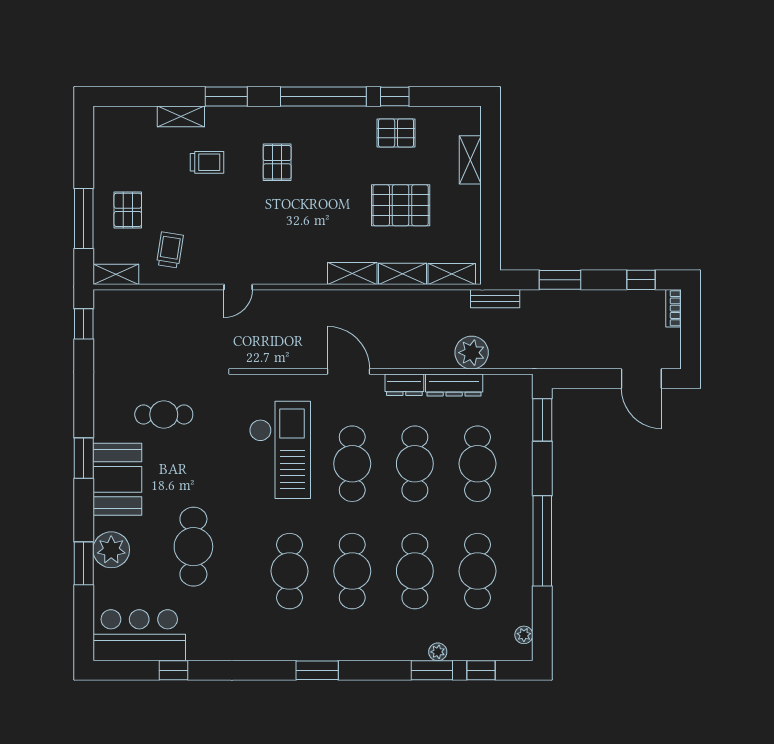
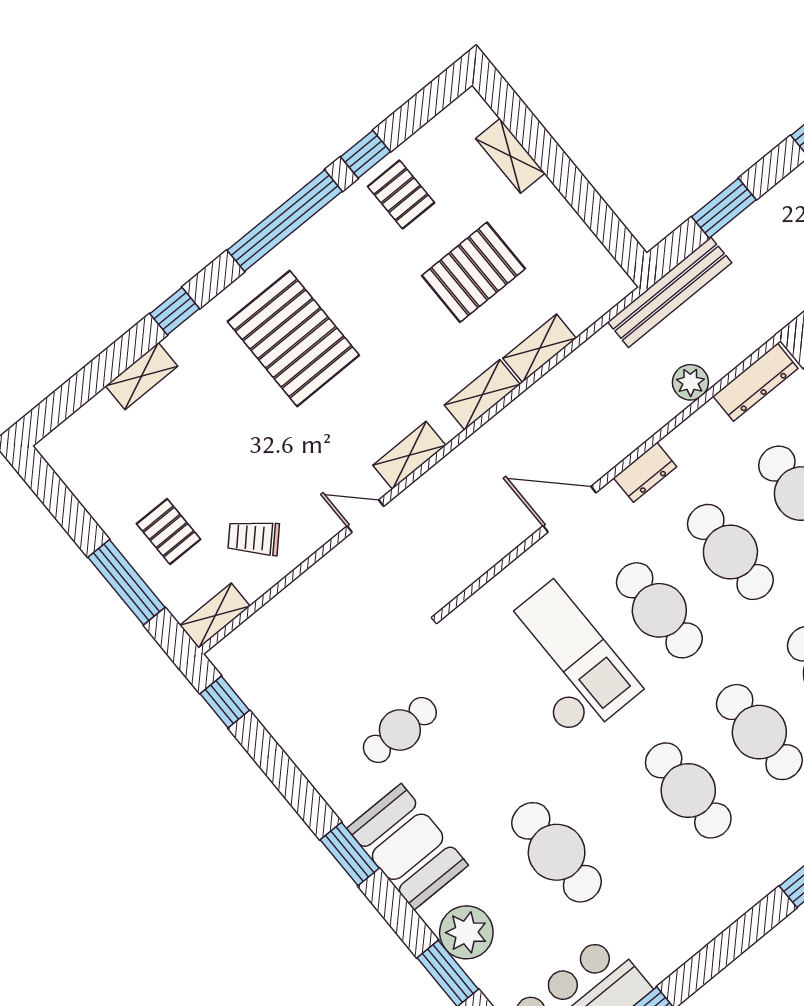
window: (226, 96) -> (175, 311), width x0.67
pallet: (396, 133) -> (401, 195), turned 90
trolley: (207, 162) -> (214, 404), removed
pallet: (277, 162) -> (293, 338), width x2.05, depth x2.00
trolley: (170, 250) -> (254, 538), turned -55
shelving: (452, 274) -> (409, 455), moved
door: (238, 287) -> (365, 516), swing flipped
bench: (495, 299) -> (670, 292), width x1.86, depth x1.21
plant: (472, 353) -> (690, 382), width x0.73, depth x0.73
dresser: (454, 385) -> (755, 382), moved

